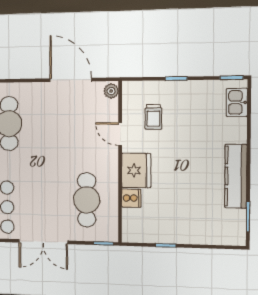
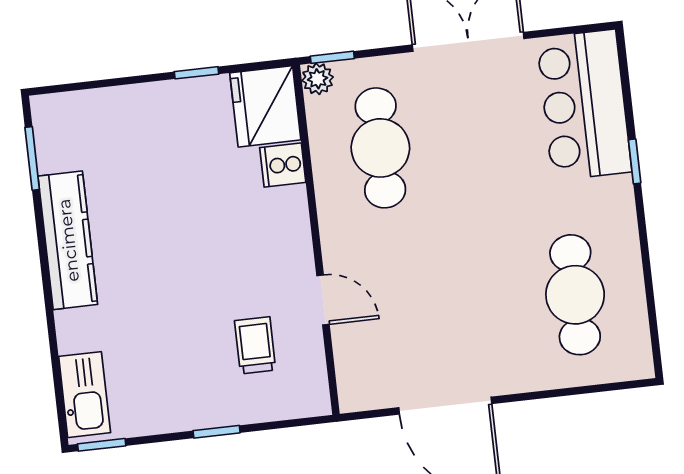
plant: (111, 91) -> (318, 79), moved
kitchen sink: (237, 102) -> (85, 395), width x1.38
fridge: (136, 170) -> (265, 106), moved

